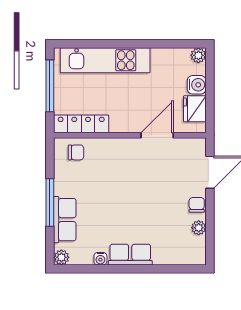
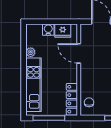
plant: (198, 55) -> (31, 52), moved

